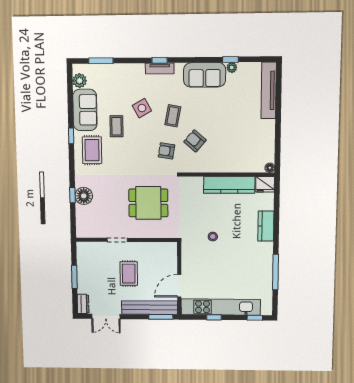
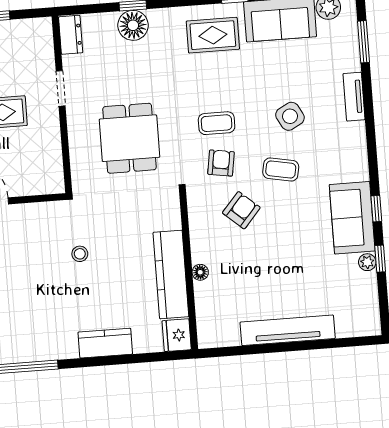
window: (160, 60) -> (376, 209), moved
tv unit: (160, 69) -> (354, 97), moved
tv unit: (269, 90) -> (288, 330), moved
coffee table: (117, 126) -> (217, 123), moved
floor lamp: (270, 168) -> (200, 272), moved
dresser: (87, 232) -> (71, 35), added

